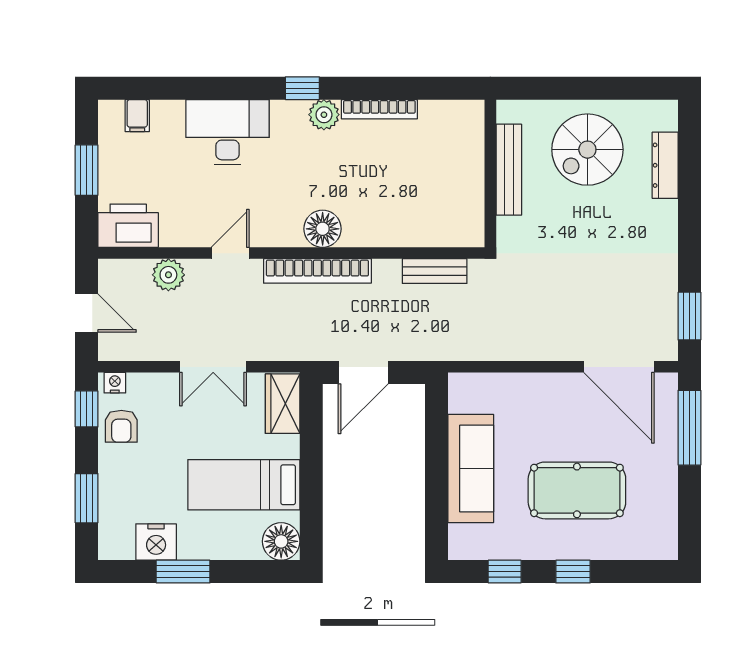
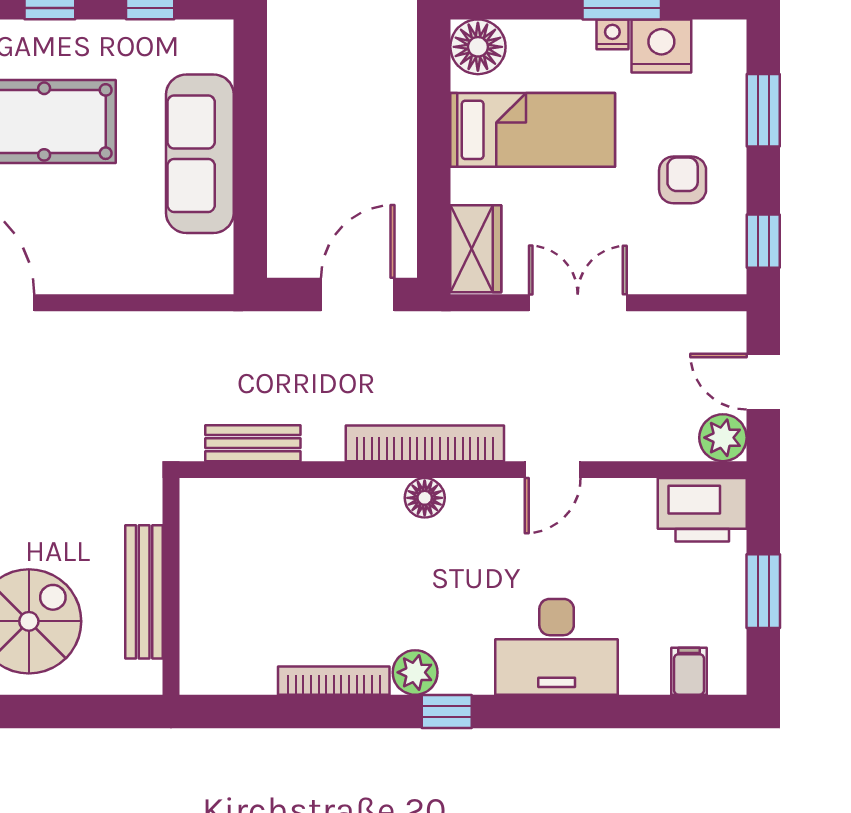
floor lamp: (323, 229) -> (425, 498), width x0.73, depth x0.73
plant: (168, 275) -> (723, 438), moved
nightstand: (115, 383) -> (612, 34), moved, turned 180
armchair: (121, 426) -> (683, 180), moved

